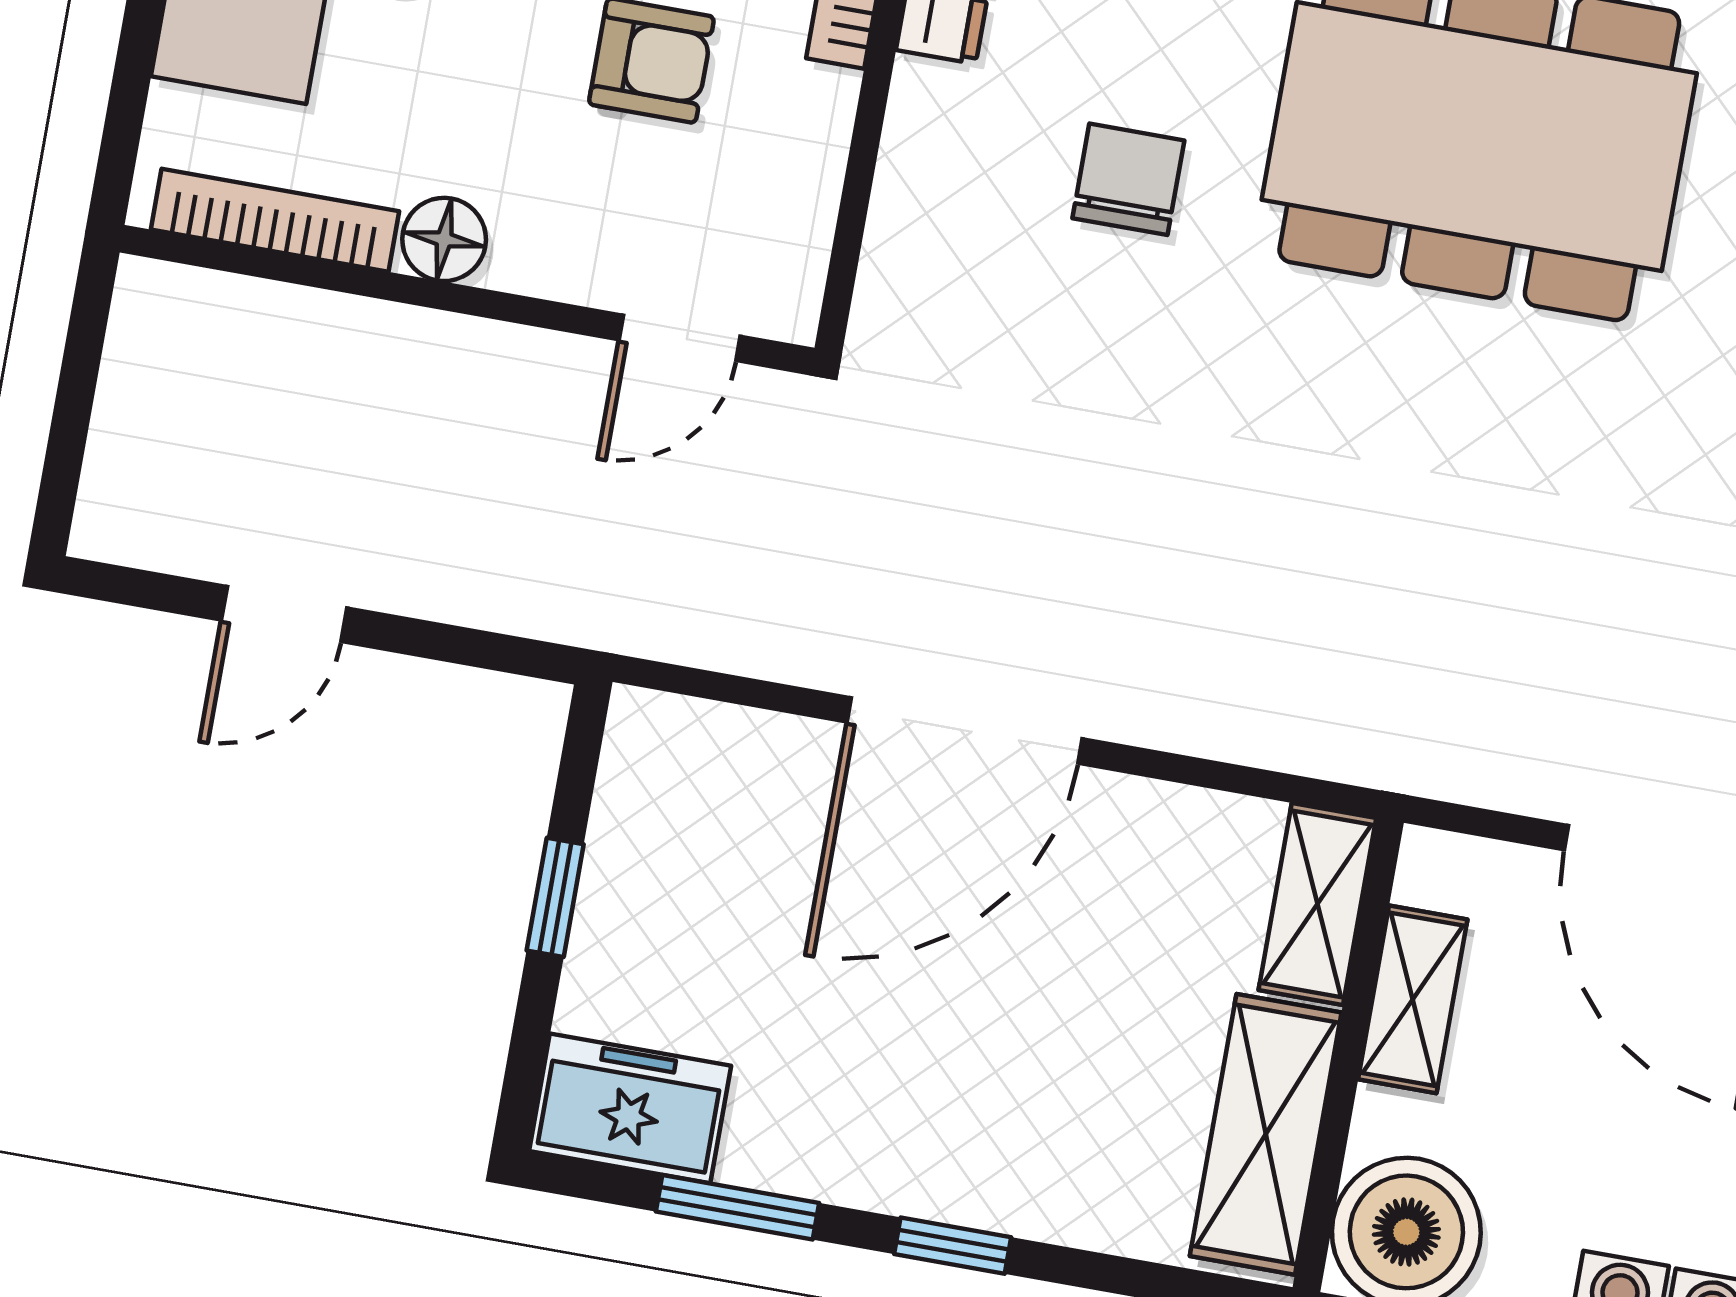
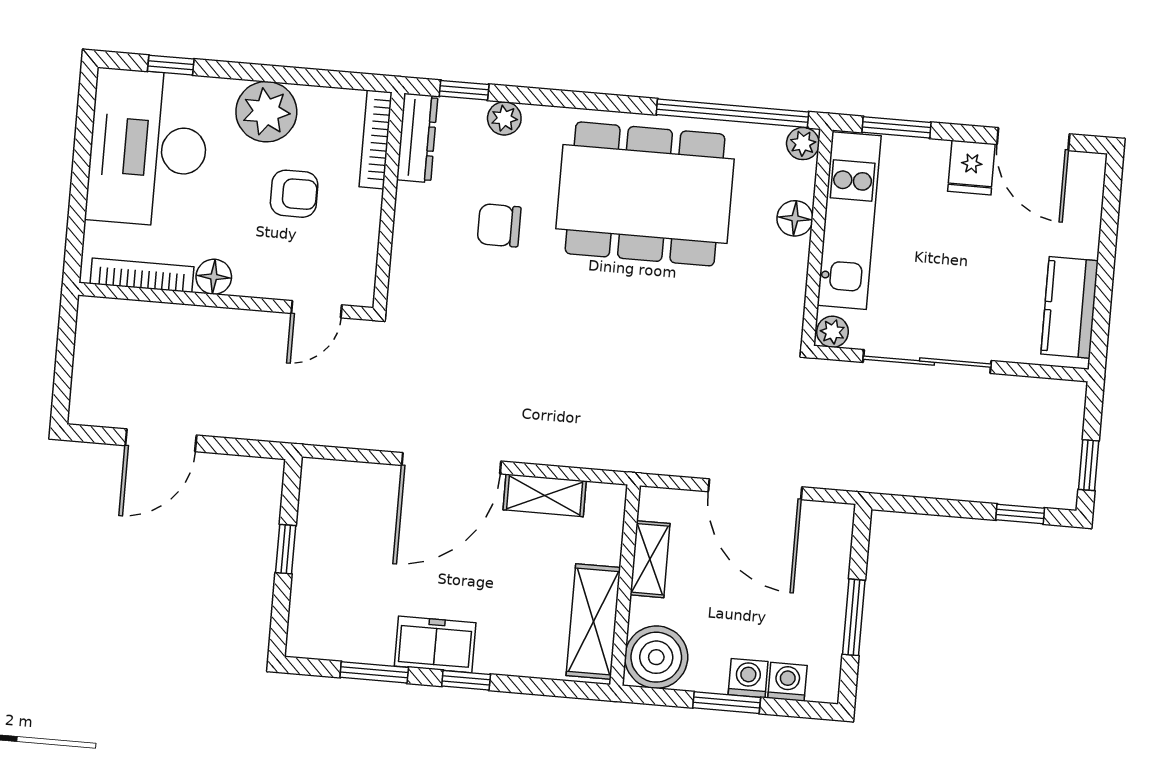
chair: (1128, 179) -> (499, 225), turned -90
door: (284, 614) -> (161, 440), width x1.38
shelving: (1317, 904) -> (545, 495), moved, turned 90
freezer: (630, 1108) -> (435, 644), moved

